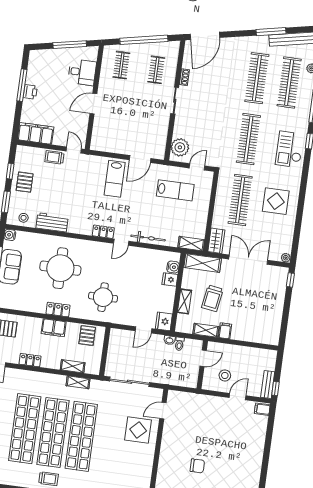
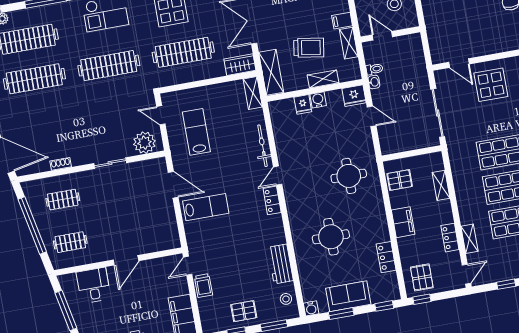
sliding door: (175, 101) -> (110, 163), moved
door: (93, 104) -> (126, 260), hinge flipped
door: (121, 242) -> (278, 176), swing flipped
water cooler: (173, 267) -> (318, 100), moved
round table: (60, 268) -> (331, 237), width x0.73, depth x0.73
locker: (58, 310) -> (386, 257), moved
shelving: (78, 382) -> (469, 239), moved

